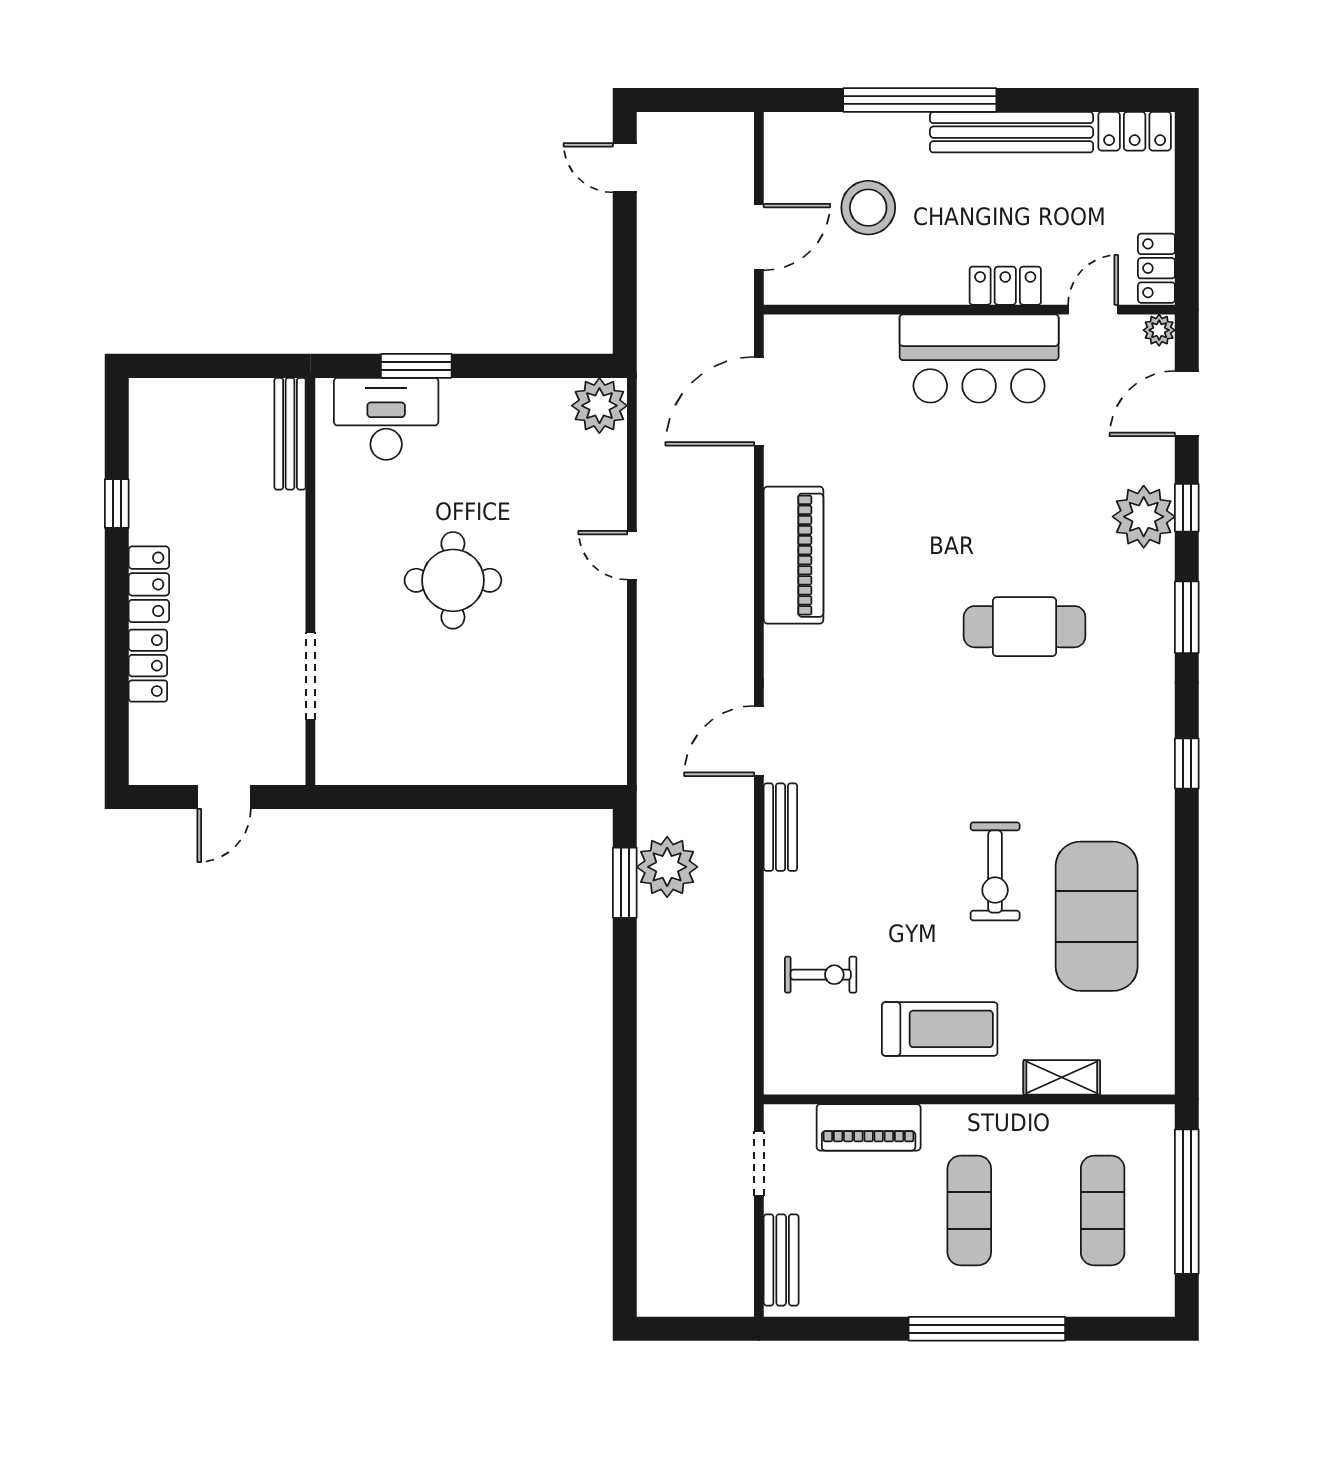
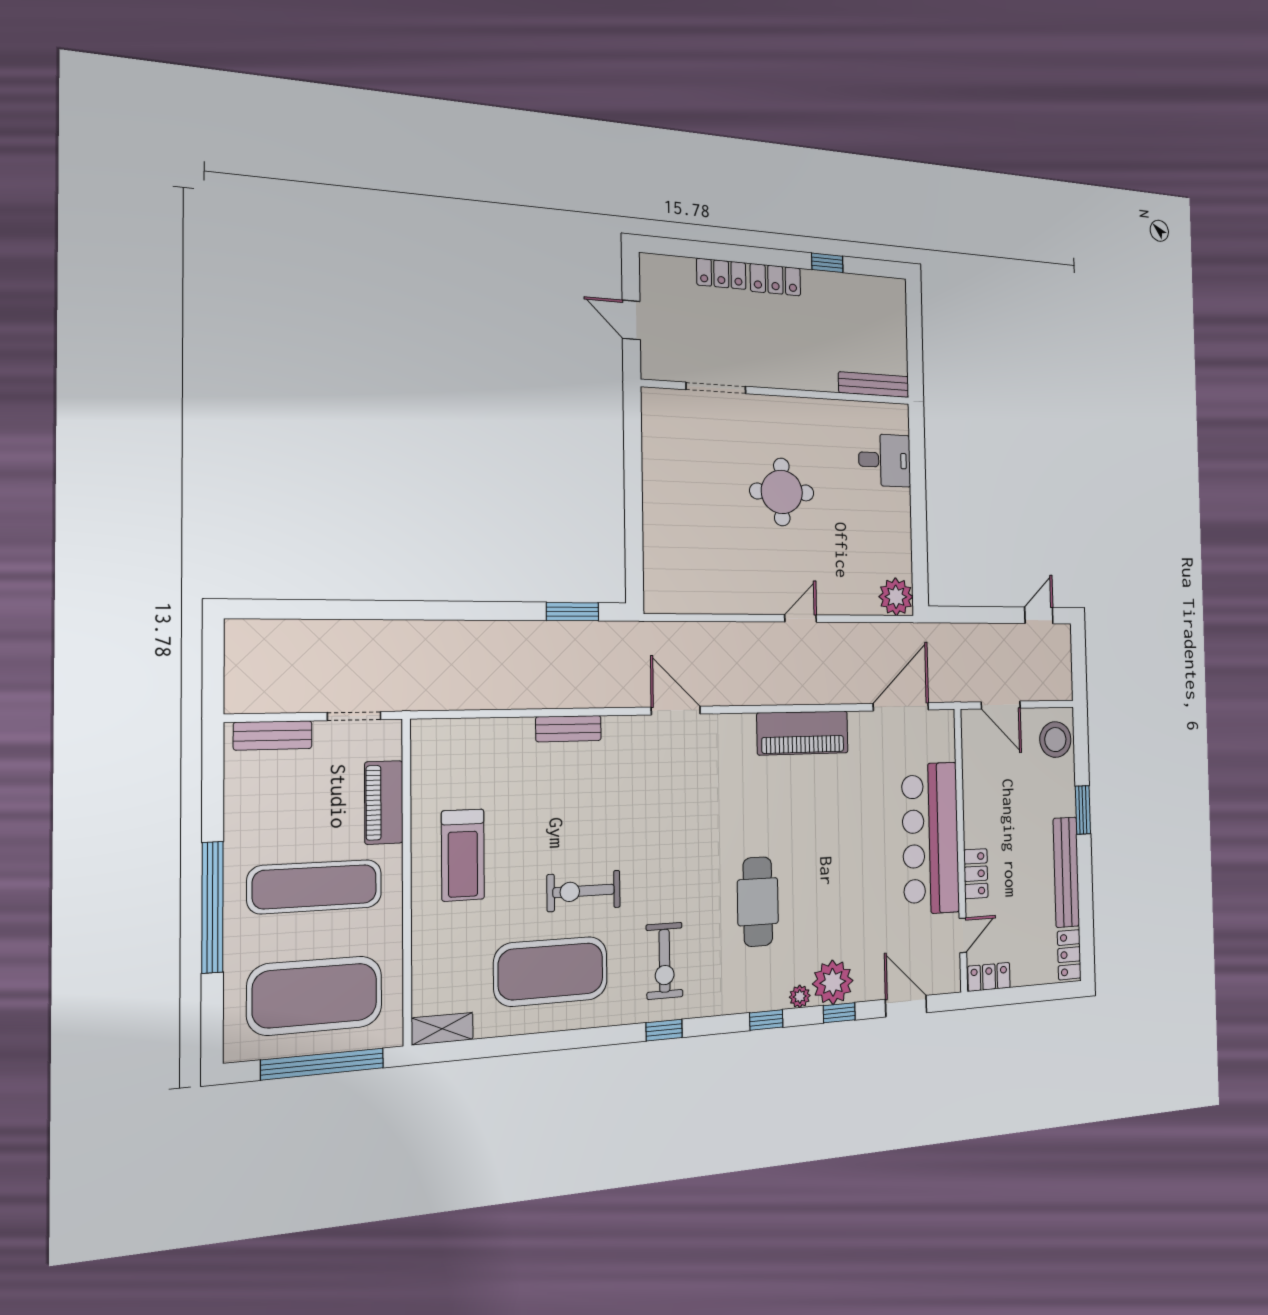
window: (920, 100) -> (1083, 810), width x0.47
stool: (868, 208) -> (1055, 740), moved
door: (1093, 310) -> (963, 935), hinge flipped
plant: (1159, 330) -> (800, 996), moved
bar counter: (979, 358) -> (931, 838), width x1.36
window: (416, 366) -> (918, 473), removed
door: (759, 401) -> (901, 707), hinge flipped
desk: (386, 419) -> (885, 460), width x0.73
window: (1187, 617) -> (766, 1020), width x0.67
bench: (780, 827) -> (569, 729), moved
plant: (667, 867) -> (584, 643), removed
exercise bike: (821, 975) -> (664, 961), moved, width x1.38, depth x1.39
shelving: (1062, 1077) -> (442, 1029), moved, turned 90
exercise mat: (969, 1210) -> (315, 887), width x1.36, depth x1.45
exercise mat: (1103, 1210) -> (315, 996), width x2.00, depth x1.45

